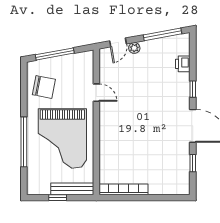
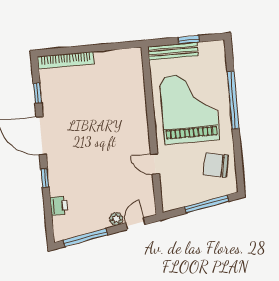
bookcase: (124, 189) -> (66, 60), moved

